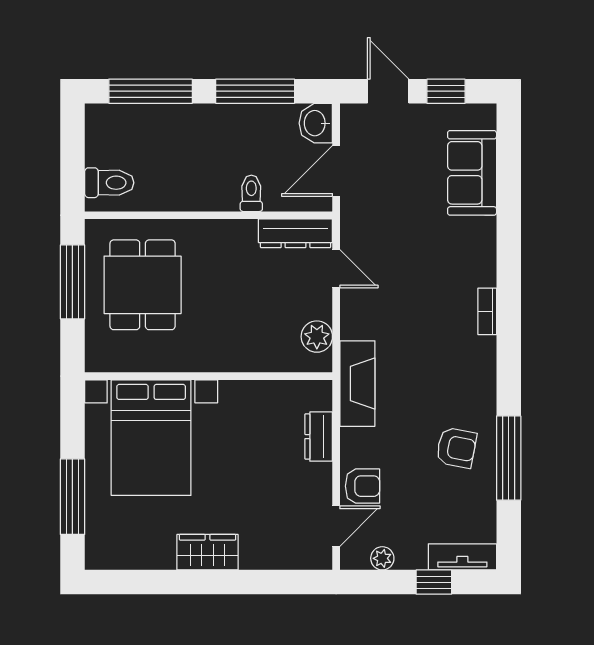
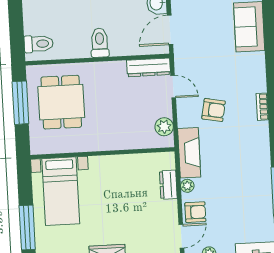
toilet: (251, 193) -> (100, 43), moved, width x1.37, depth x1.39
bed with nightstands: (151, 438) -> (61, 191), width x0.73
plant: (351, 440) -> (187, 186), added
armchair: (456, 448) -> (214, 110), moved

